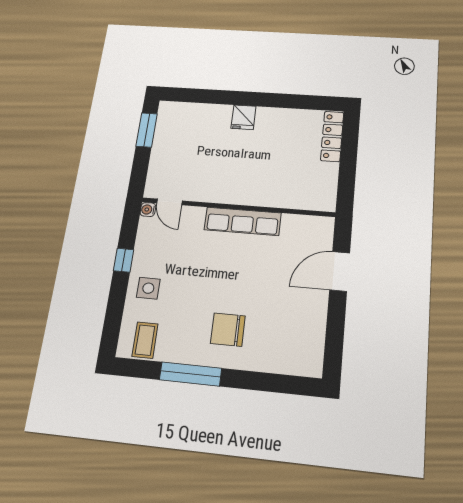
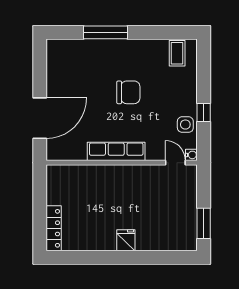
door: (340, 271) -> (40, 118), width x1.36
side table: (148, 288) -> (185, 125), moved
chair: (228, 330) -> (128, 92), moved
window: (191, 374) -> (105, 32), moved

